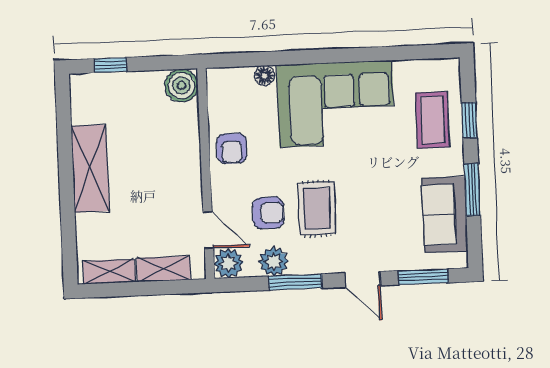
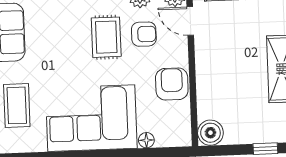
armchair: (232, 148) -> (172, 84), width x1.38, depth x1.38
armchair: (268, 213) -> (144, 34), turned 180

